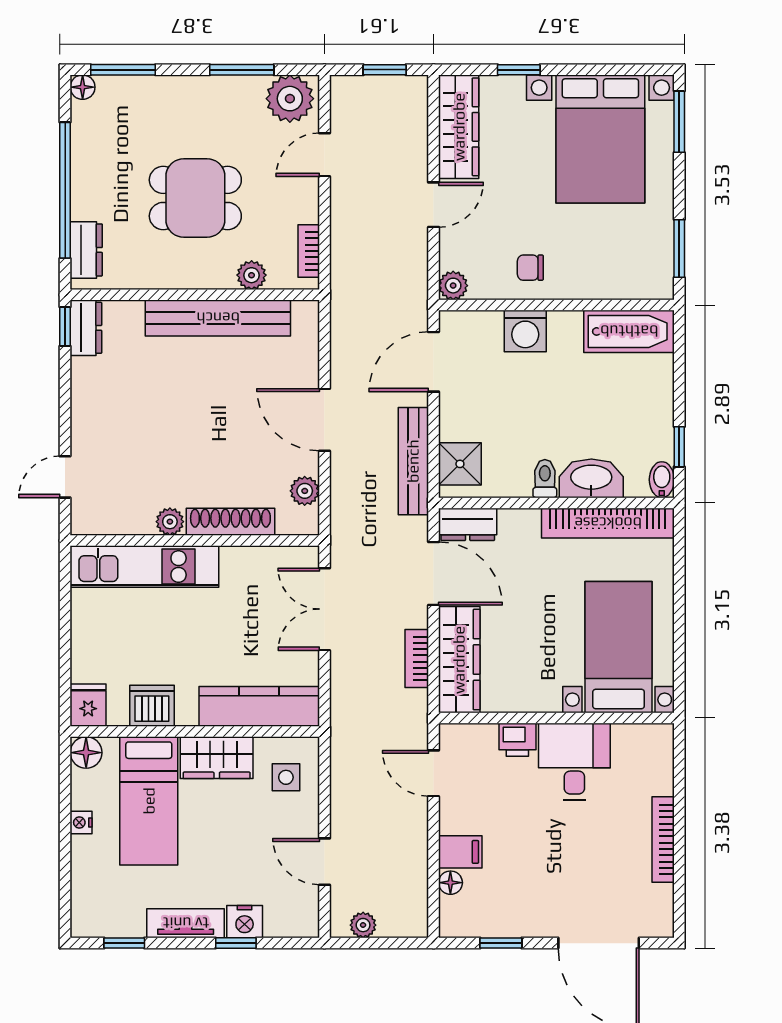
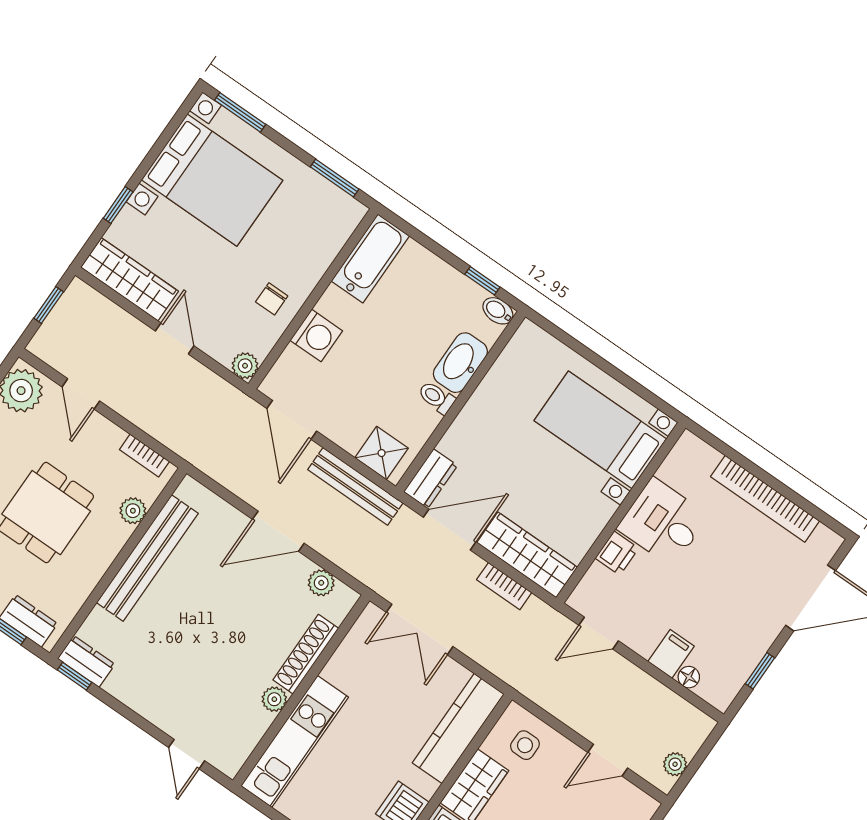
bookcase: (608, 523) -> (502, 373), removed
bookcase: (663, 840) -> (765, 499), width x1.48, depth x1.31

